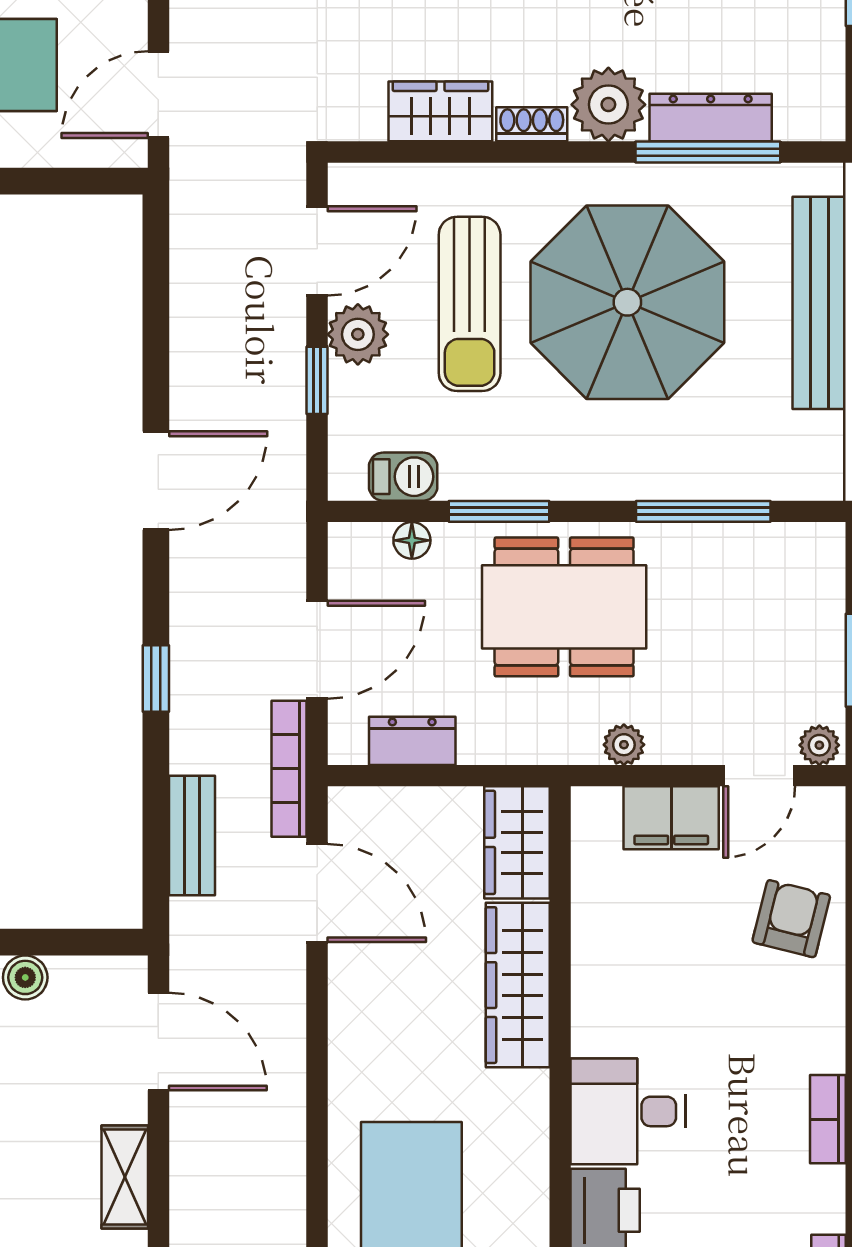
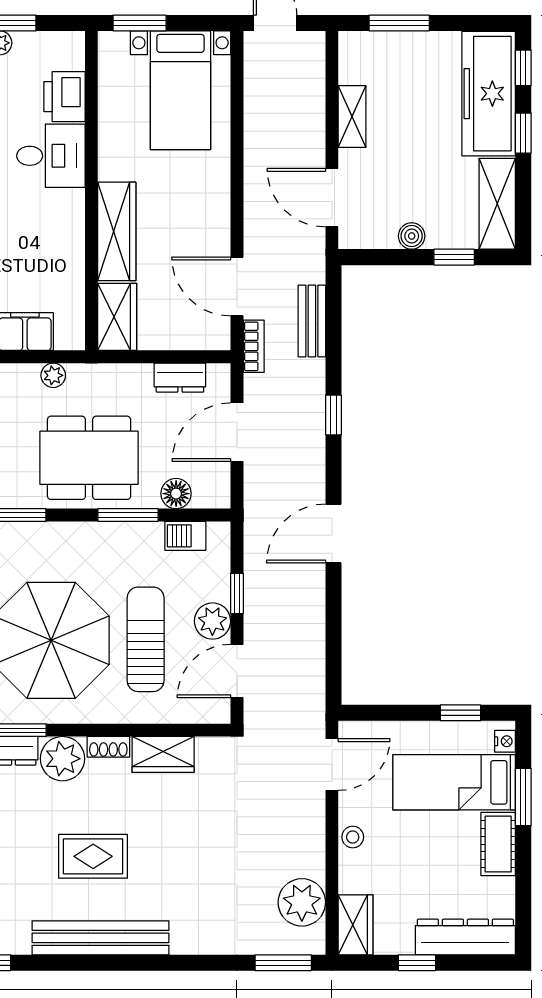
floor lamp: (412, 540) -> (176, 494), width x1.37, depth x1.37
bookcase: (289, 769) -> (254, 346), width x0.64

